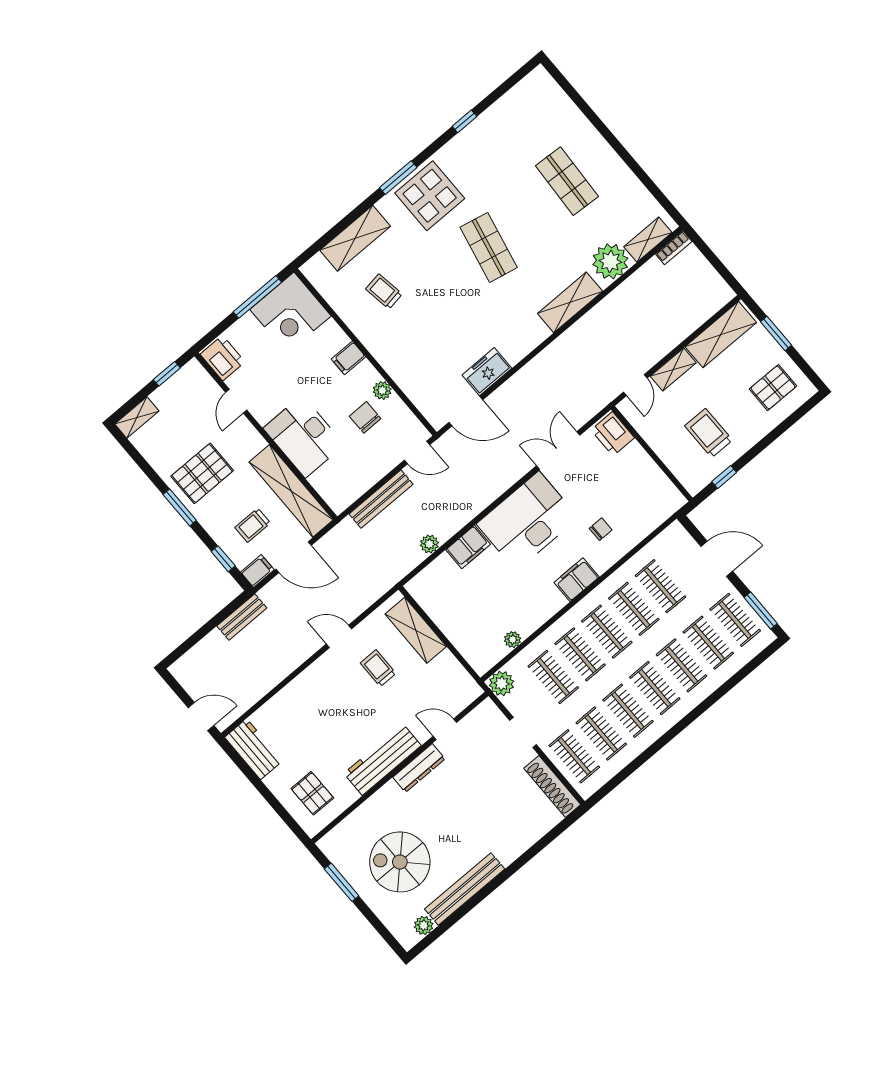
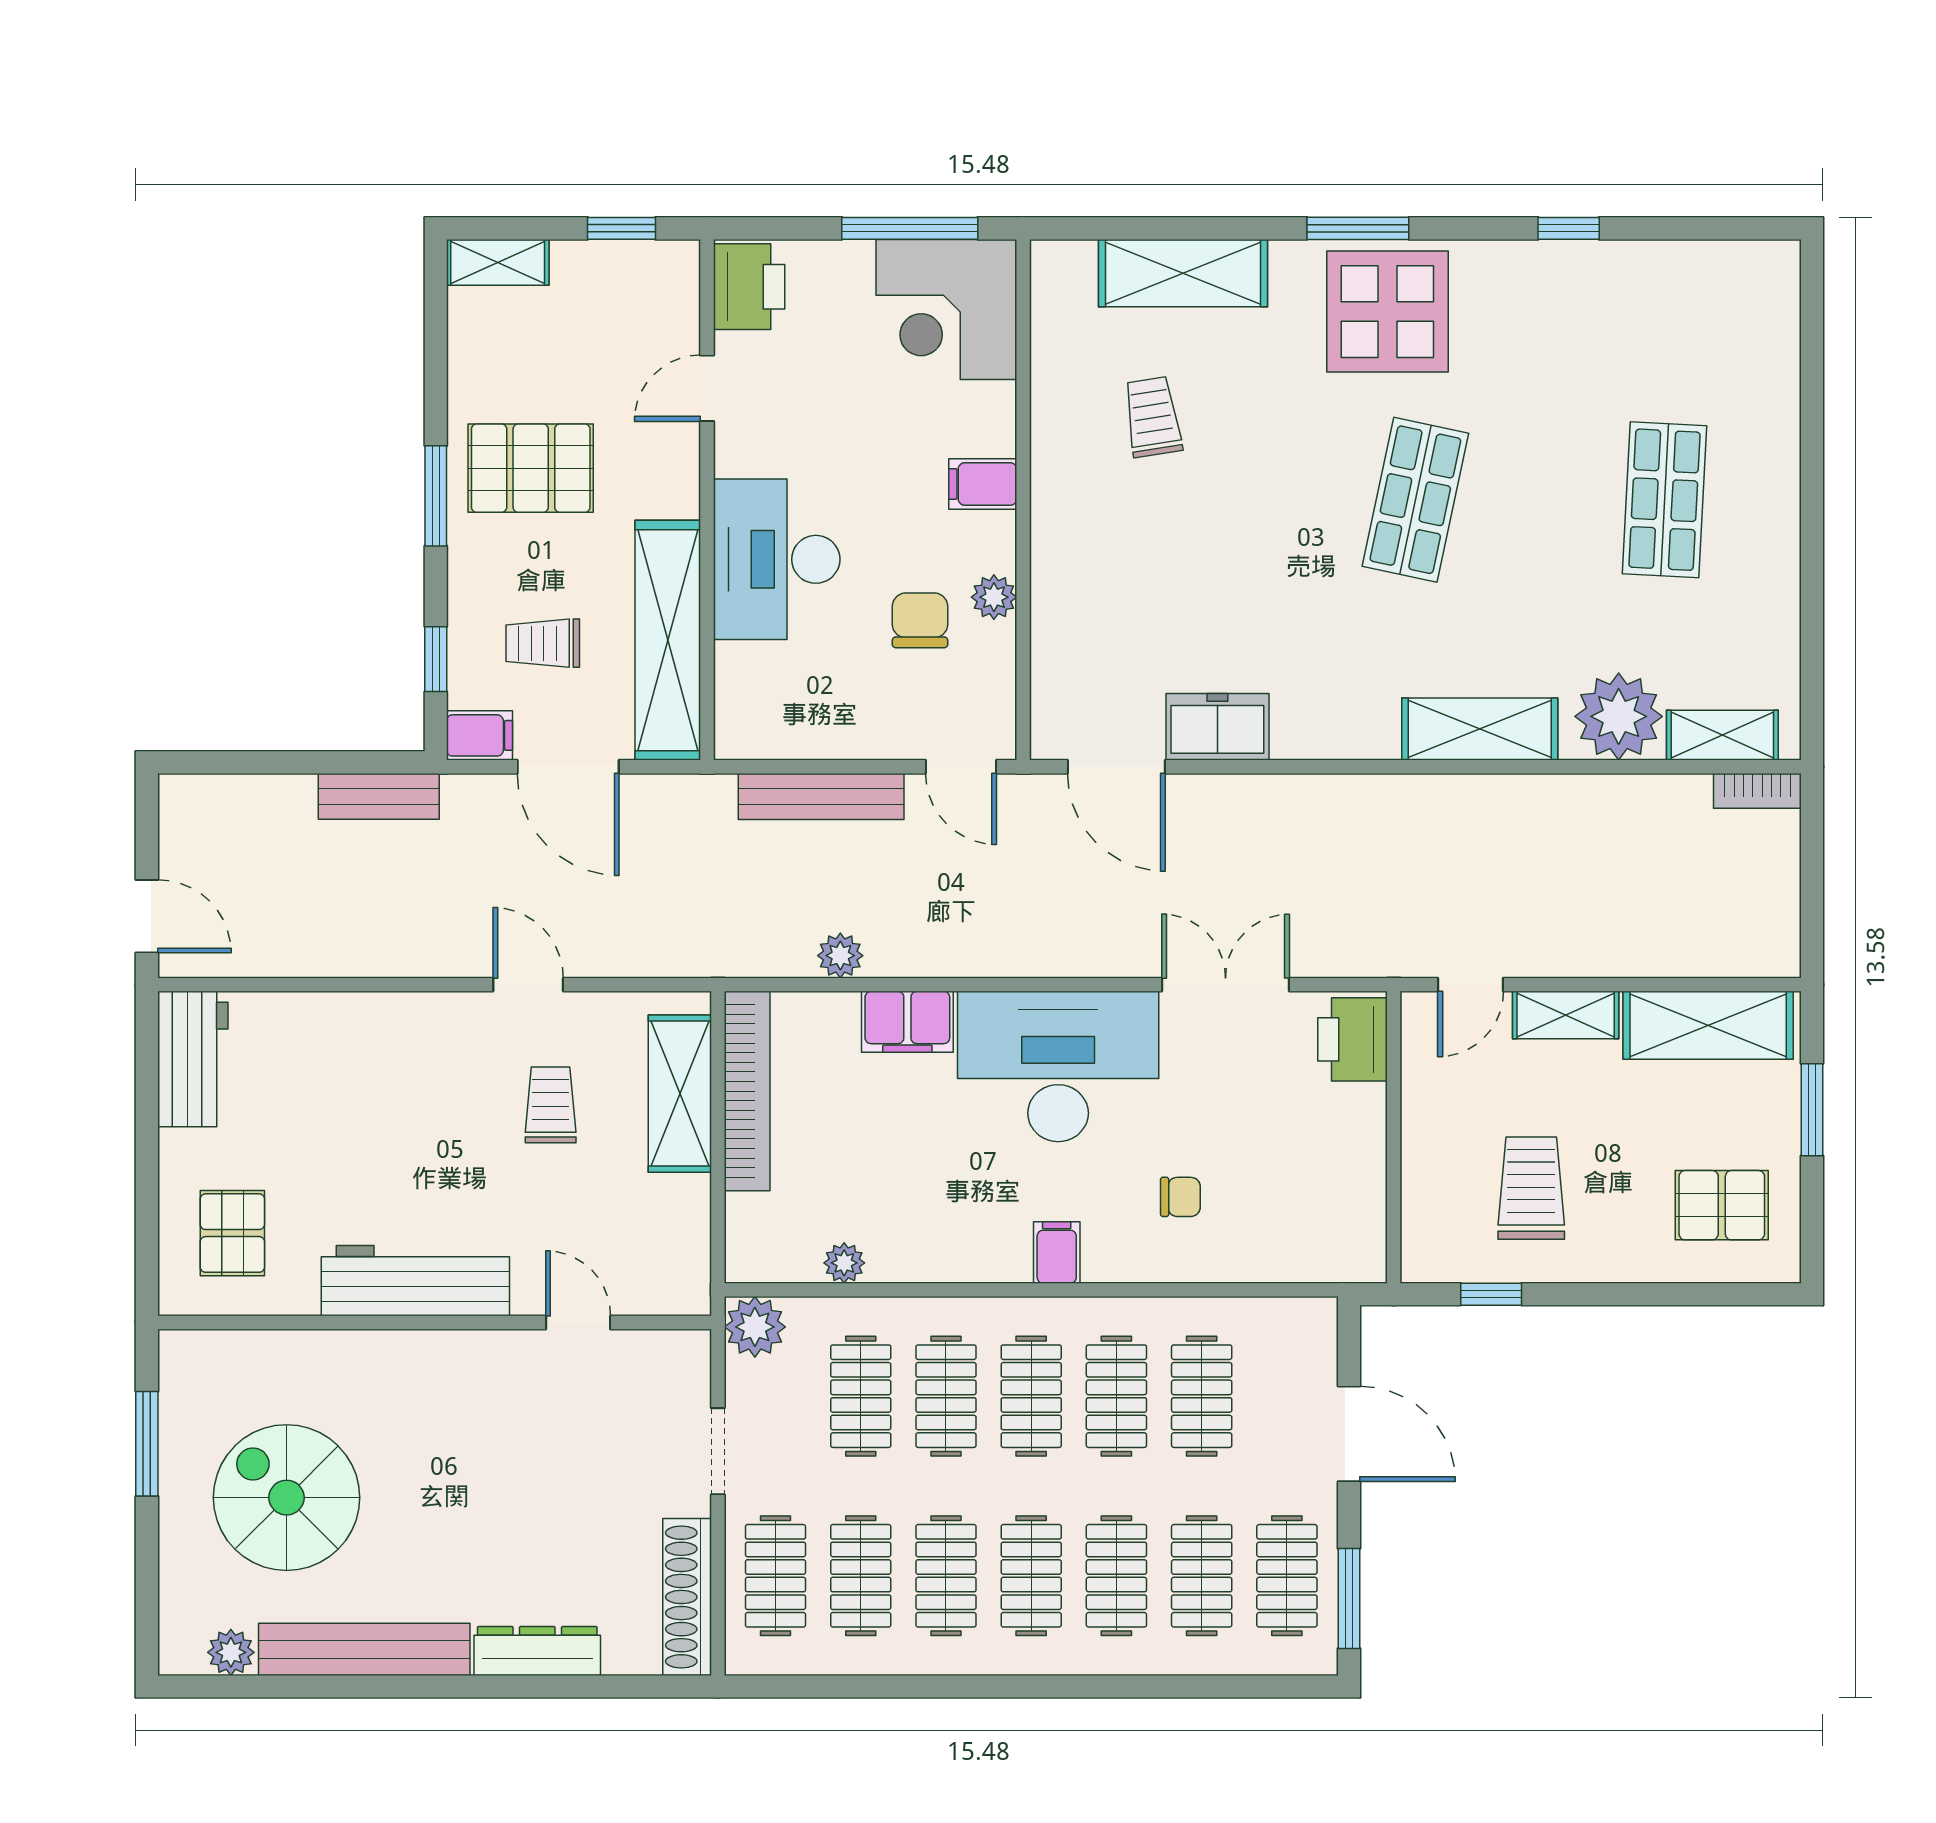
filing cabinet: (577, 580) -> (1057, 1252), width x0.50
bookcase: (436, 611) -> (747, 1091), added
dresser: (419, 768) -> (537, 1651), moved, turned 180

